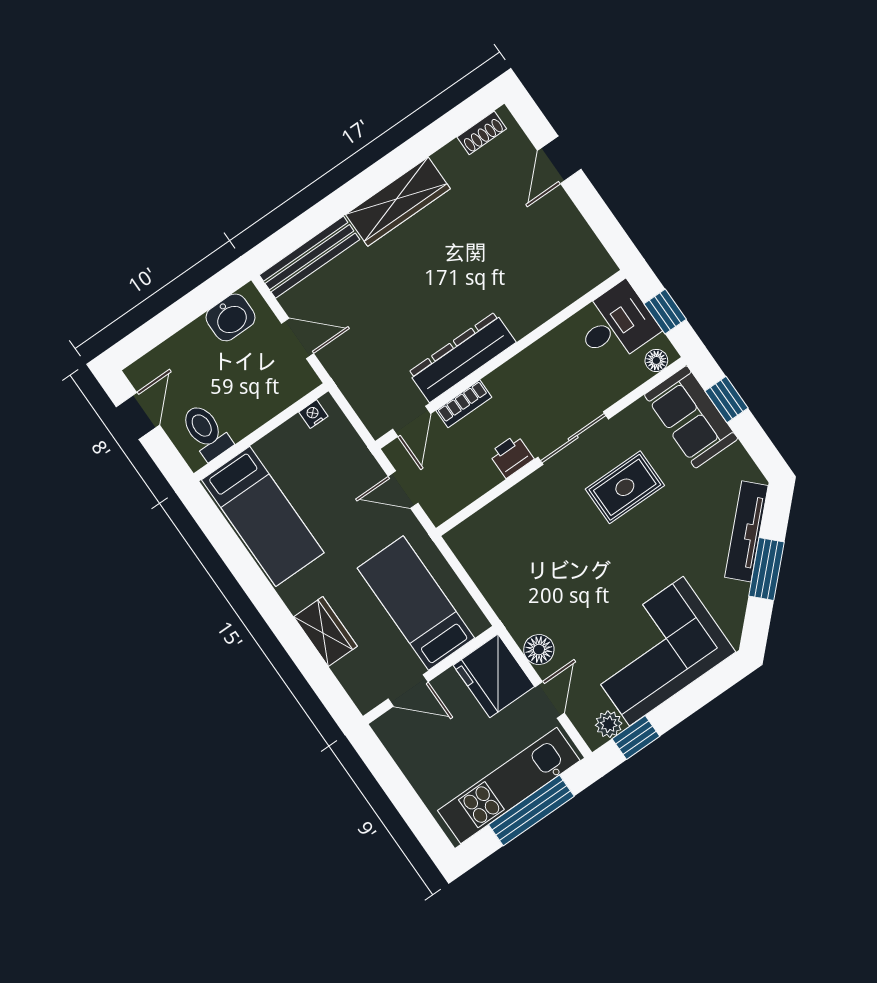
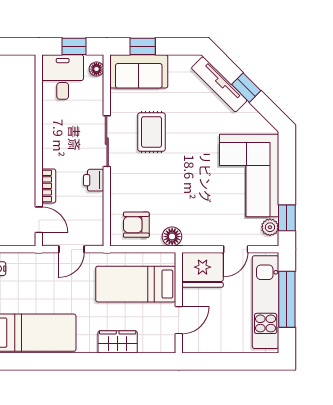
dresser: (462, 357) -> (24, 170), removed
armchair: (492, 551) -> (136, 225), added
window: (766, 569) -> (246, 88), width x0.67
floor lamp: (539, 650) -> (172, 237), moved
door: (550, 700) -> (236, 249), swing flipped

